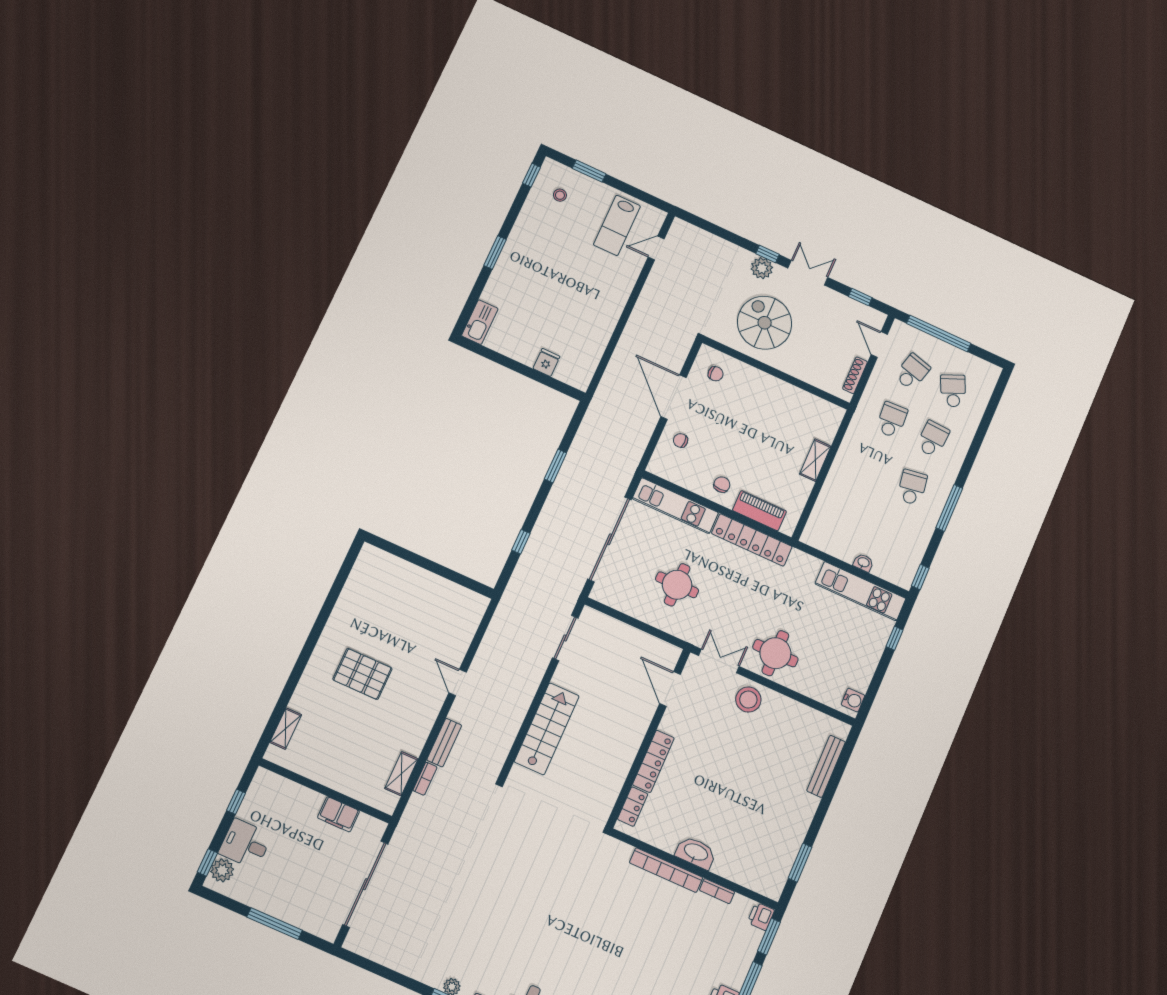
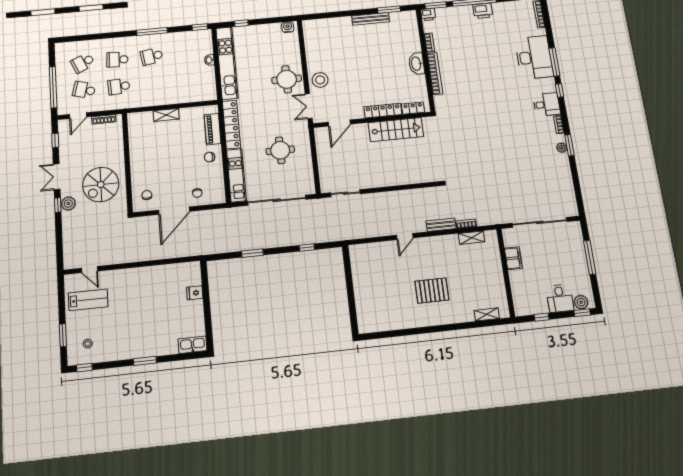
kitchen unit: (860, 591) -> (227, 63), width x1.36
pallet: (362, 674) -> (432, 291), turned 90
stairs: (547, 729) -> (396, 130), moved, turned 180
bench: (826, 766) -> (371, 19), moved

